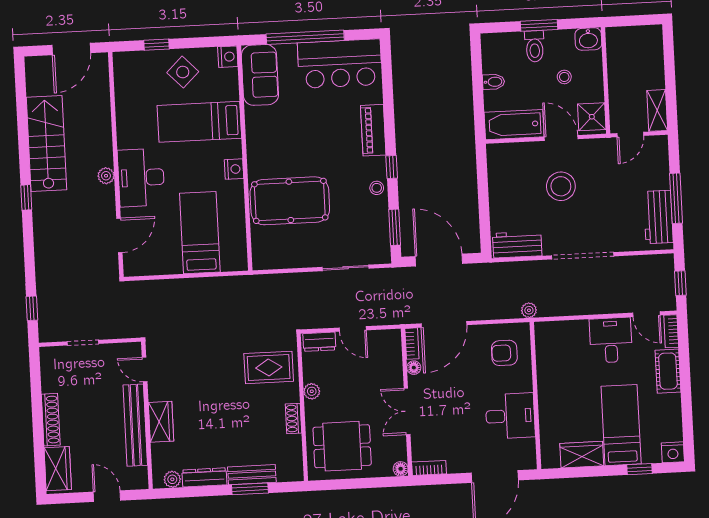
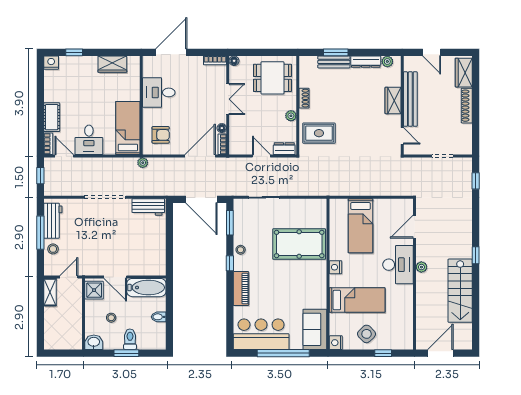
stool: (561, 186) -> (53, 249), moved, width x0.53, depth x0.53
bed: (621, 425) -> (128, 128), moved, turned 180

